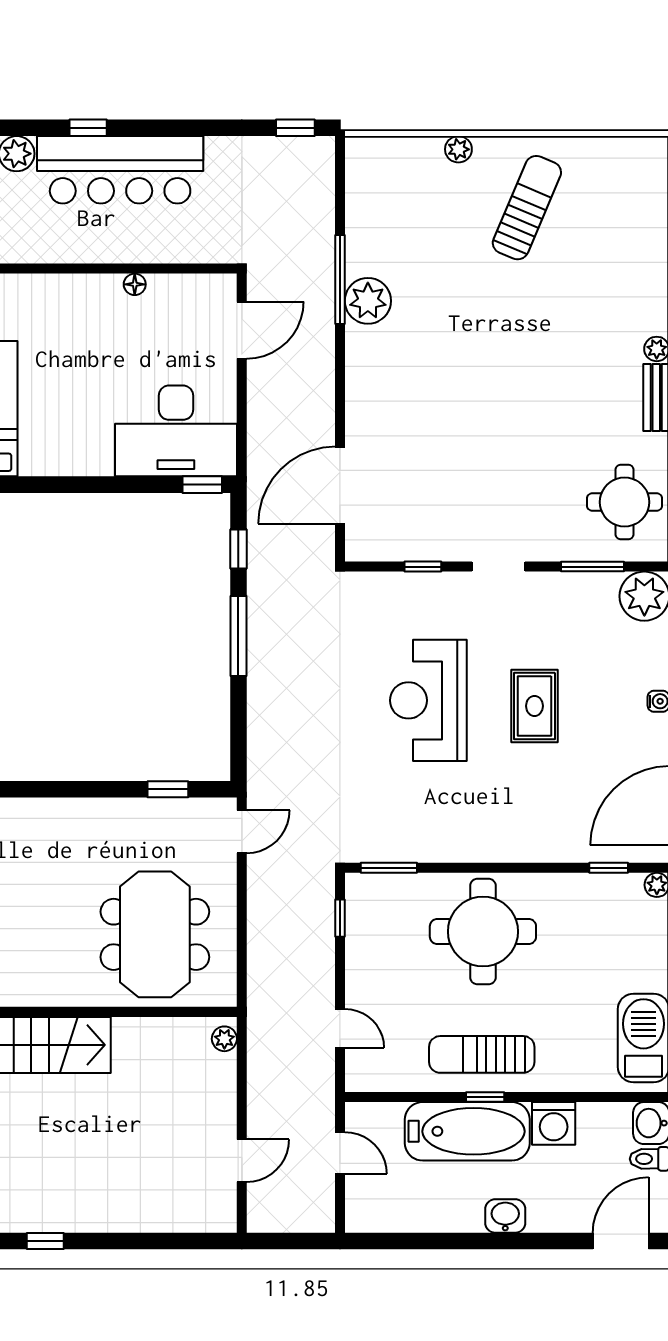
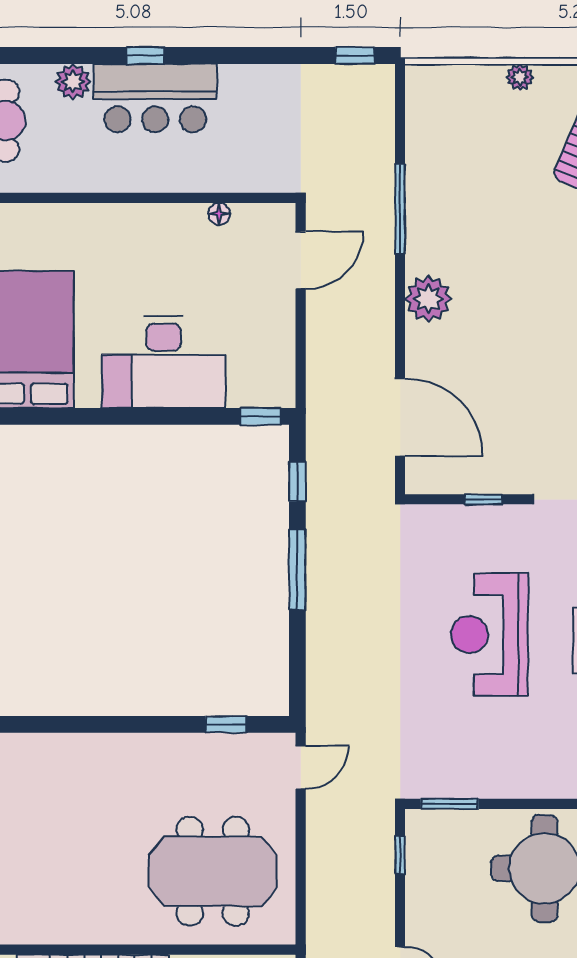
bar counter: (120, 170) -> (155, 98), width x0.73
floor lamp: (135, 284) -> (219, 214), moved
plant: (368, 301) -> (428, 299), moved
desk: (176, 431) -> (164, 362), moved
door: (340, 485) -> (400, 417), swing flipped
meeting table: (155, 934) -> (213, 871), turned 90

